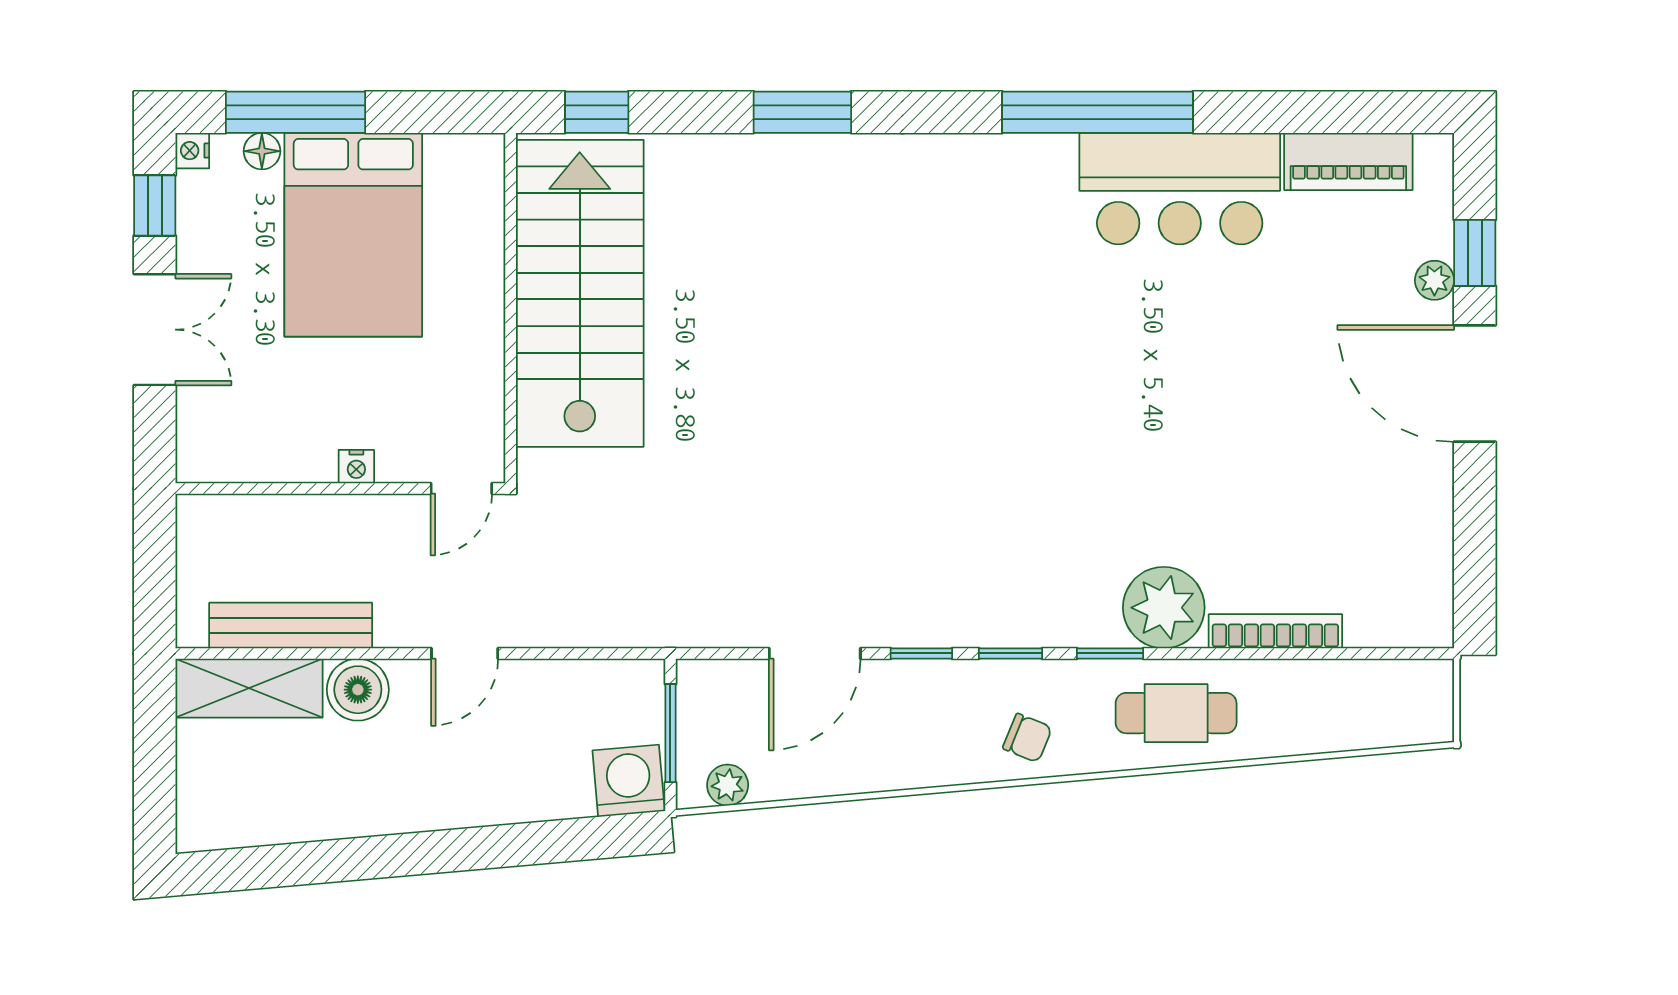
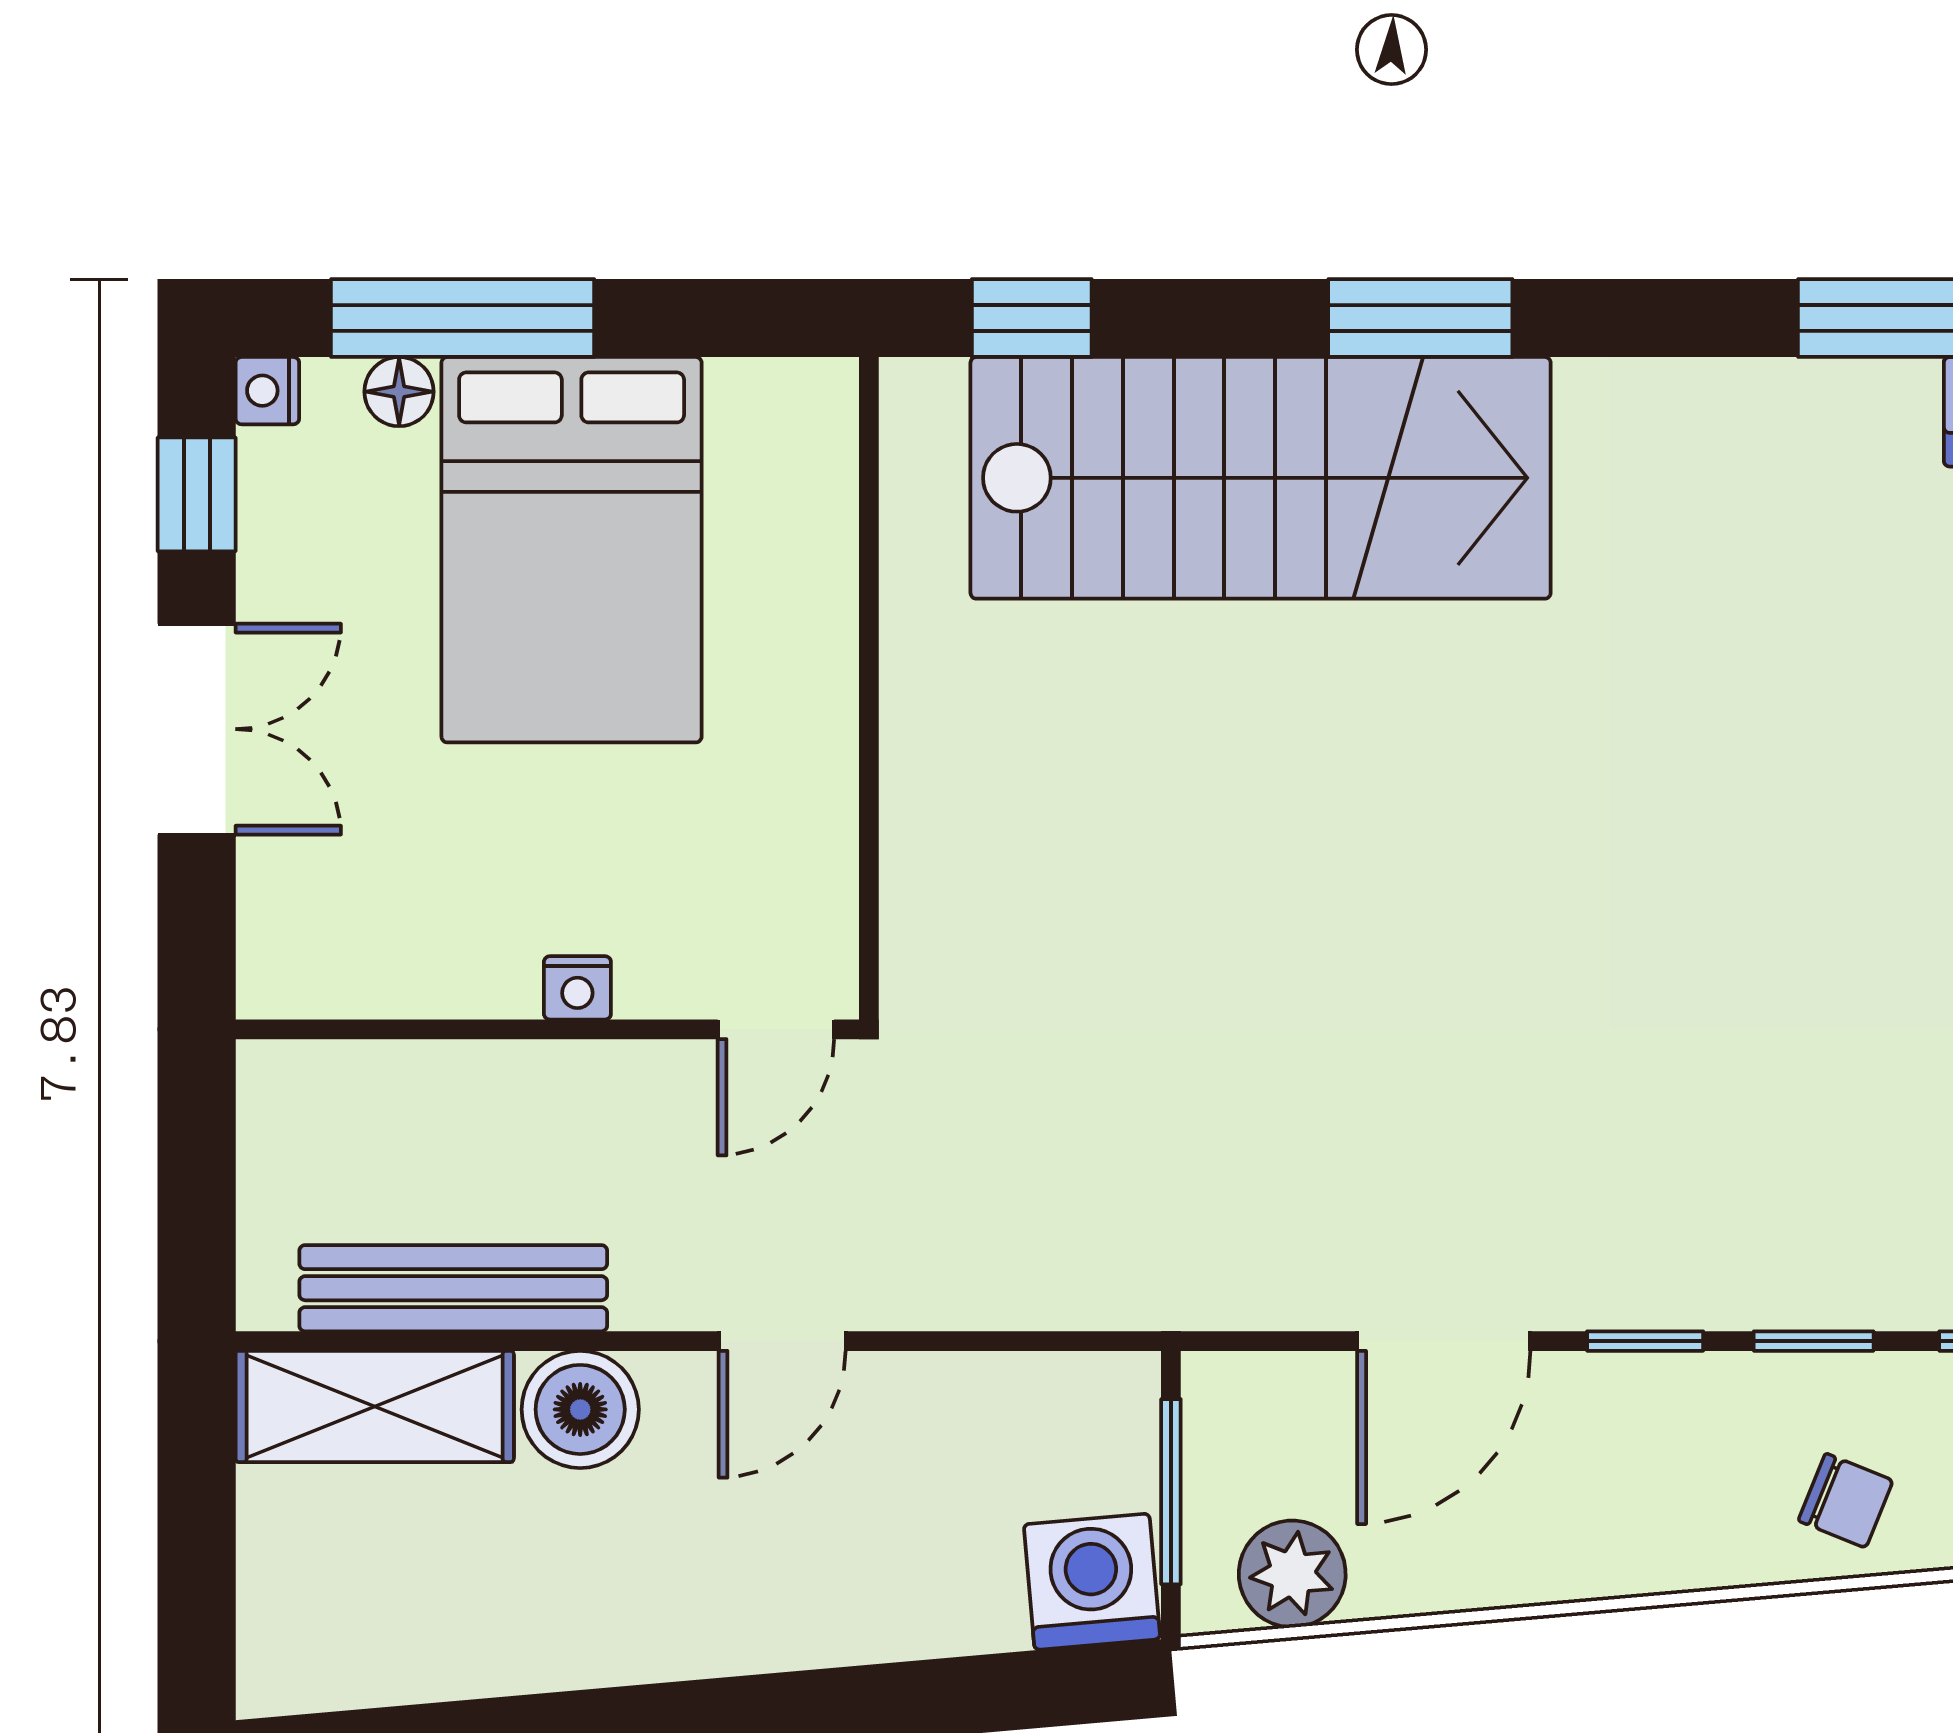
stairs: (580, 293) -> (1261, 478), moved, turned 90
plant: (728, 785) -> (1292, 1574), width x1.38, depth x1.38

